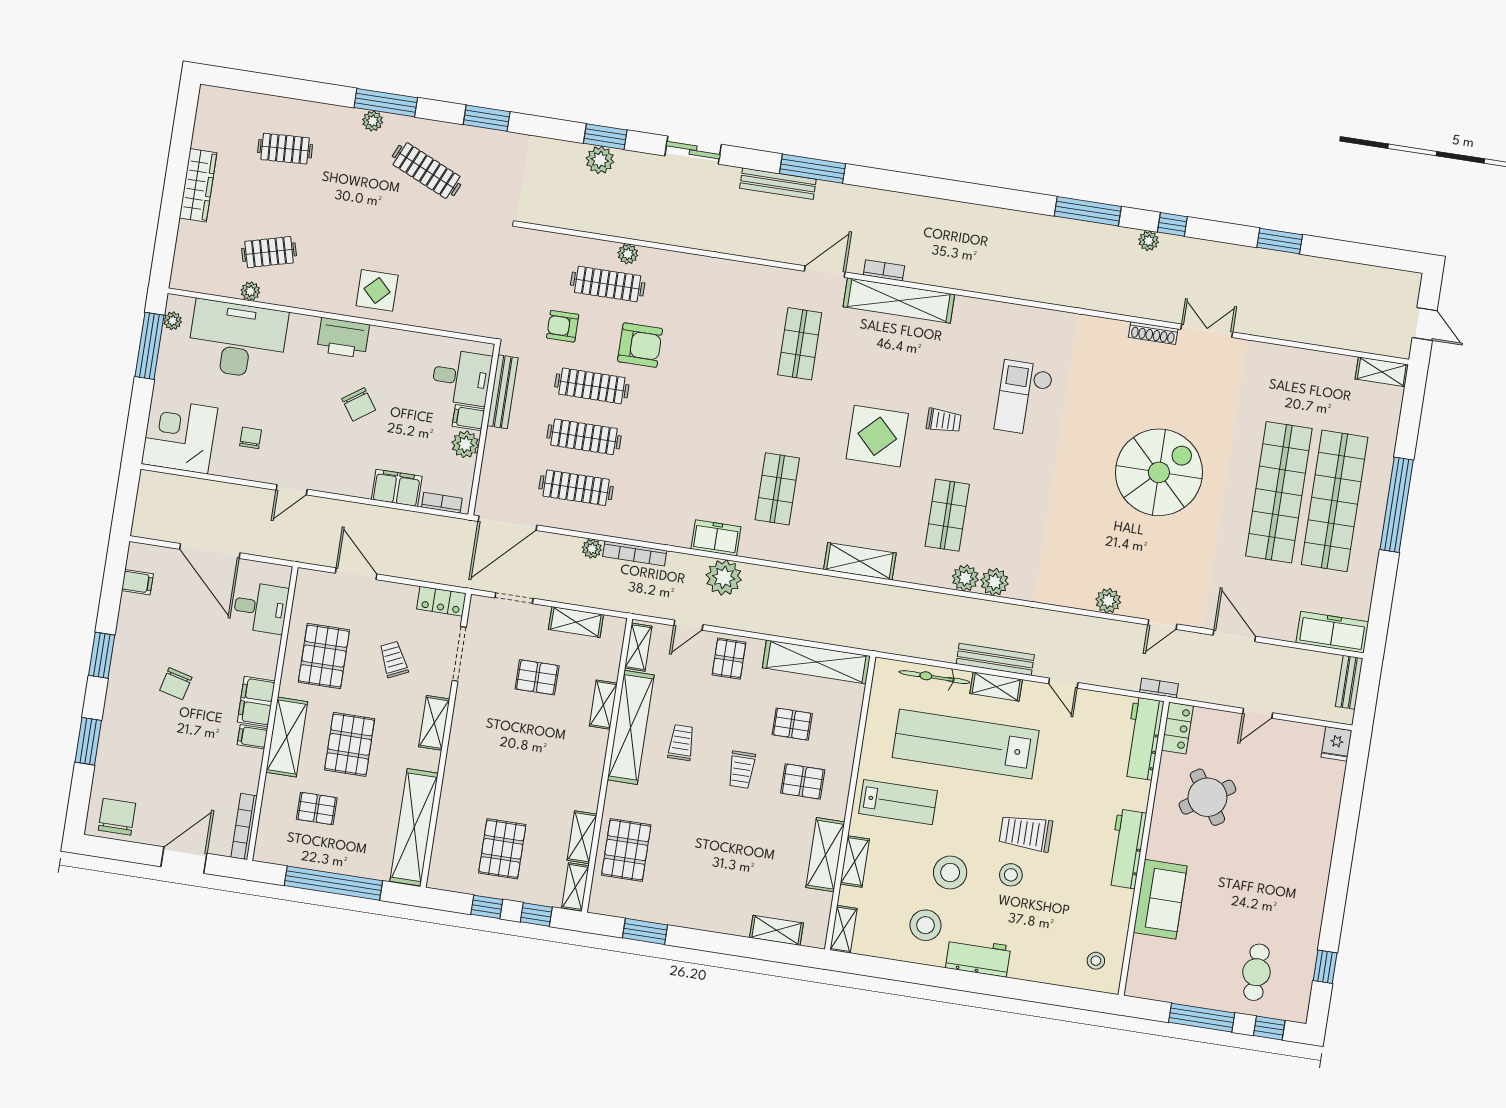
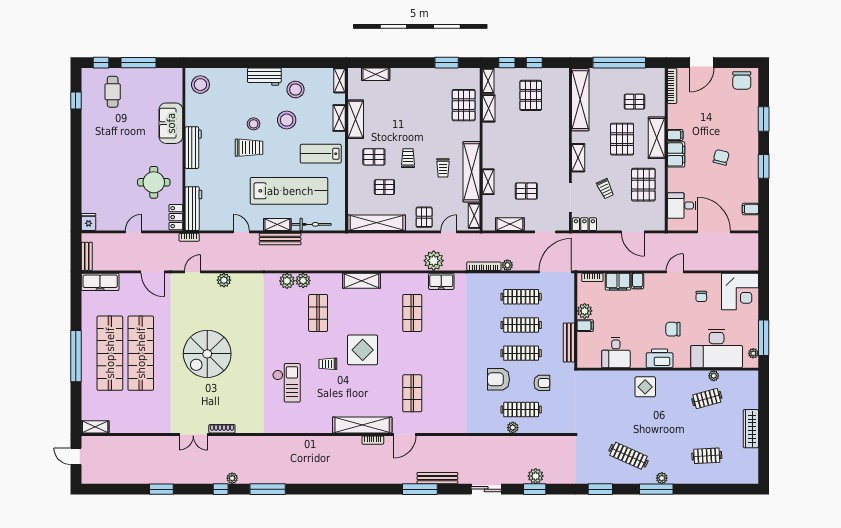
desk: (462, 377) -> (616, 353), moved, turned -90
chair: (359, 404) -> (673, 329), moved, turned -55
filing cabinet: (361, 484) -> (638, 281), added
round table: (1207, 797) -> (154, 182), turned 33
stool: (1096, 961) -> (200, 85), width x1.89, depth x1.89

